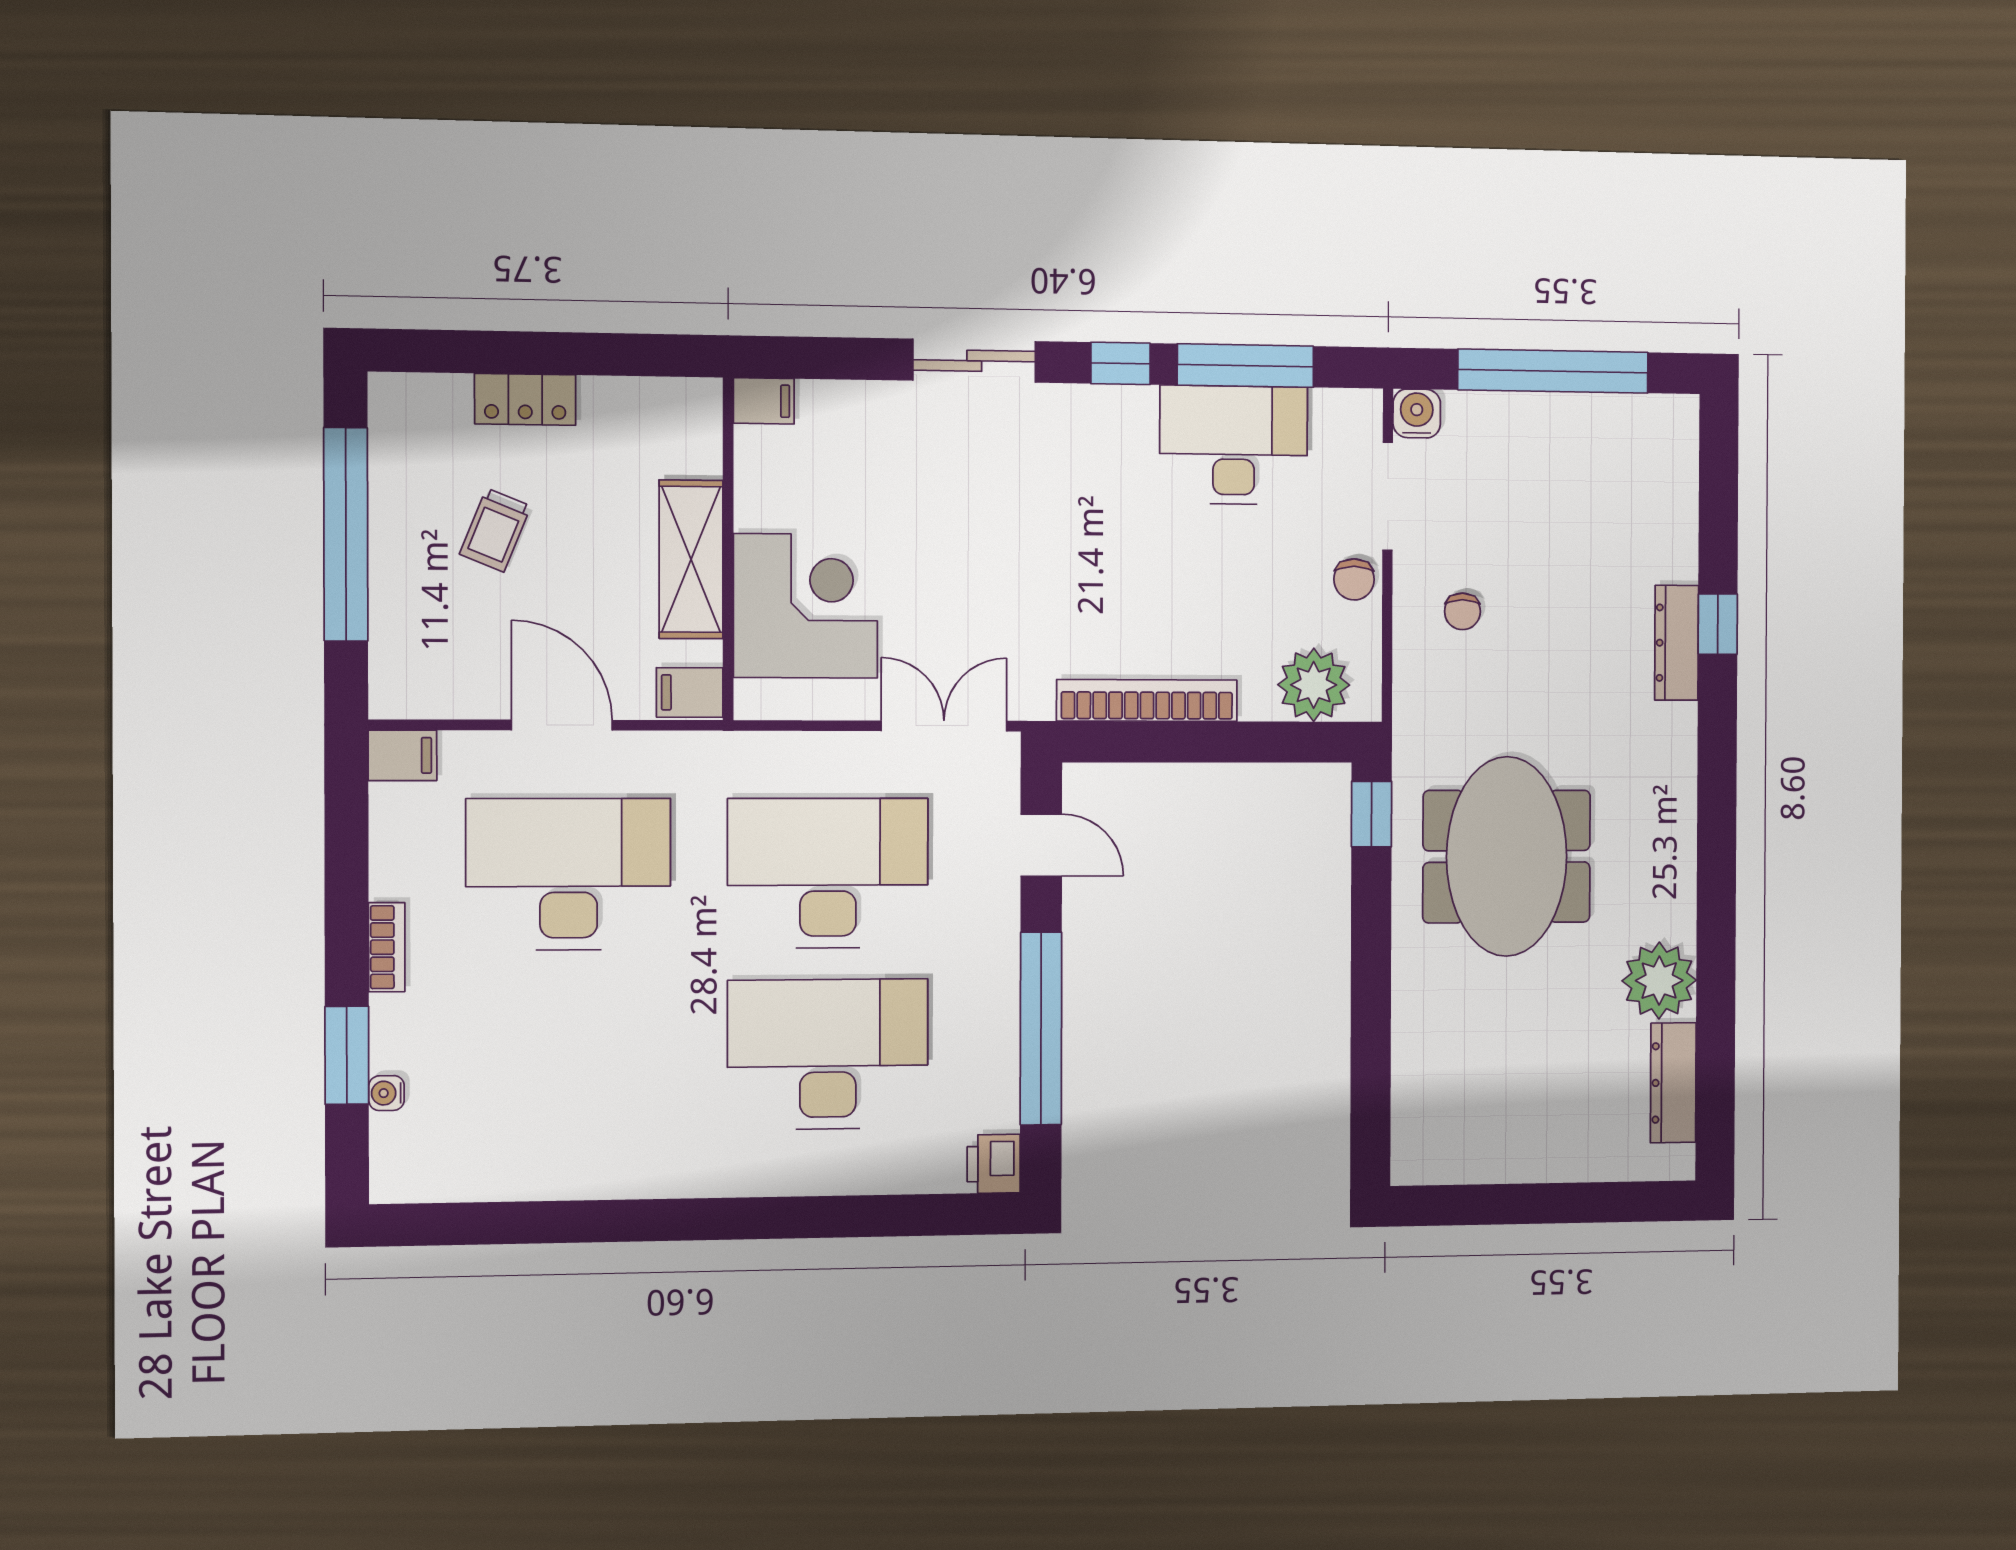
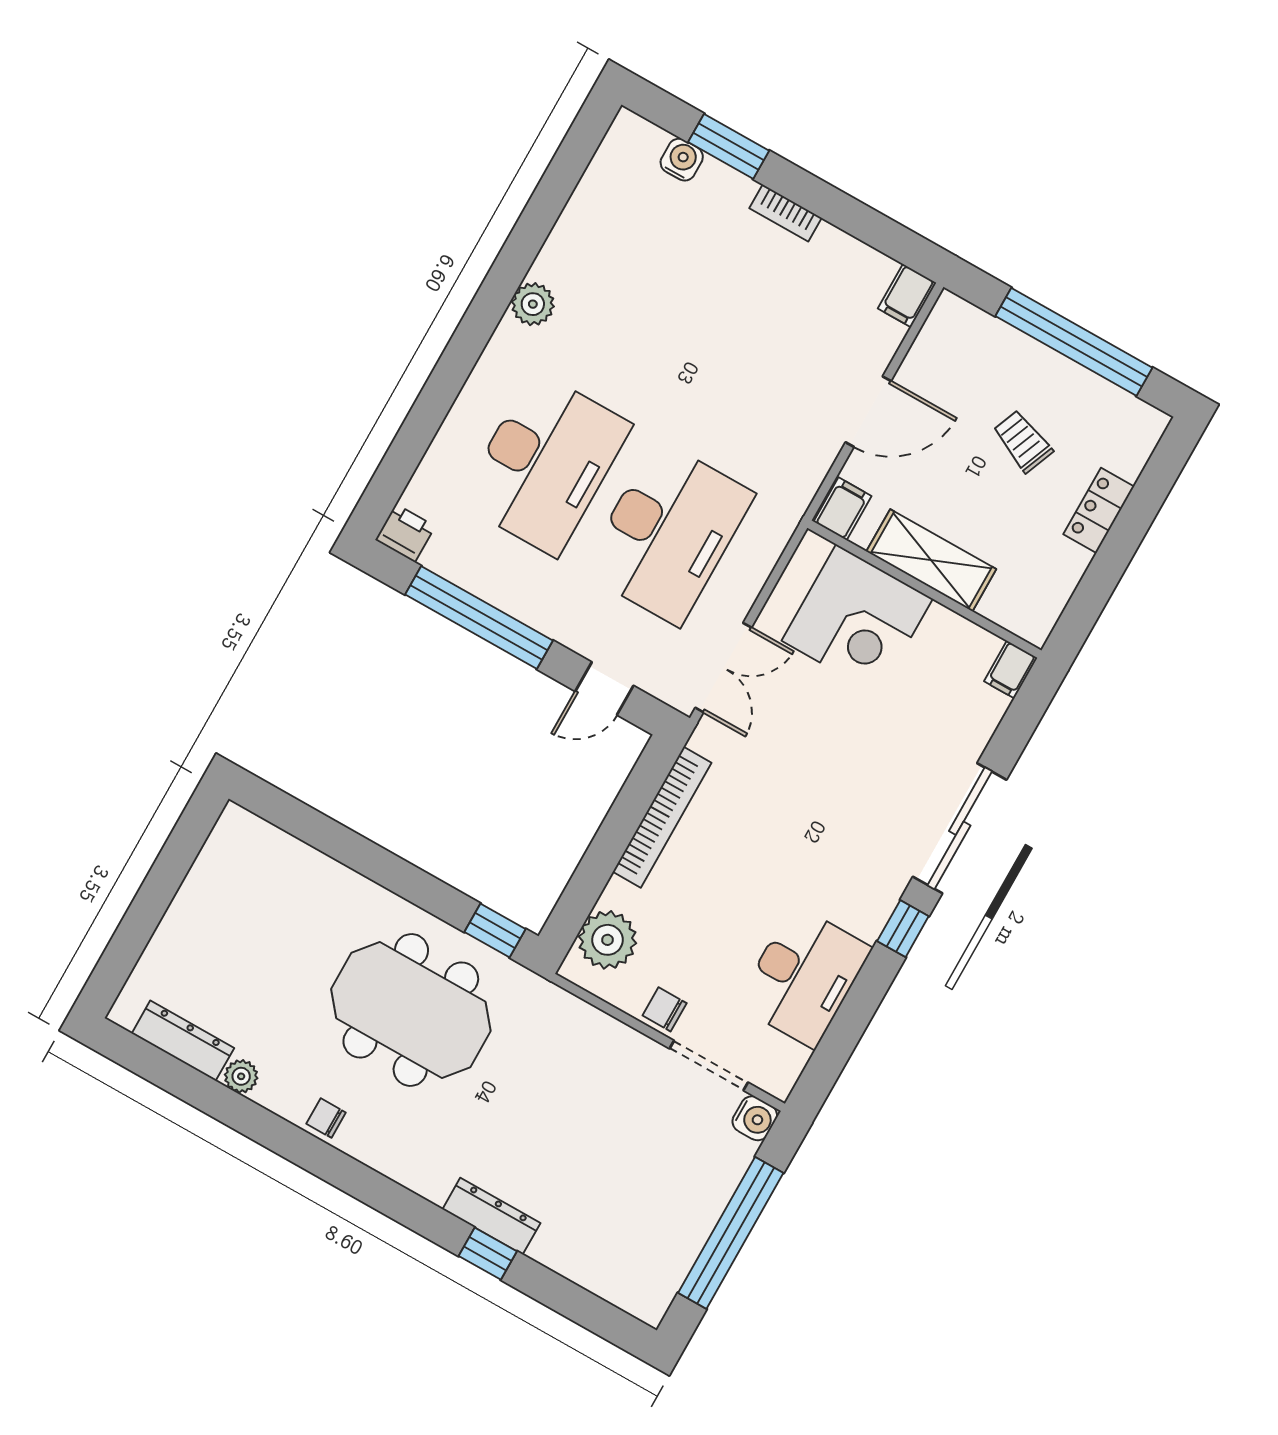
sliding door: (974, 361) -> (960, 828), width x1.37
window: (1245, 366) -> (854, 1015), removed
chair: (1462, 611) -> (326, 1118), moved
desk: (569, 874) -> (766, 359), removed
plant: (1659, 981) -> (241, 1076), width x0.53, depth x0.53
water cooler: (386, 1093) -> (682, 160), width x1.38, depth x1.38
plant: (656, 1172) -> (533, 304), added

